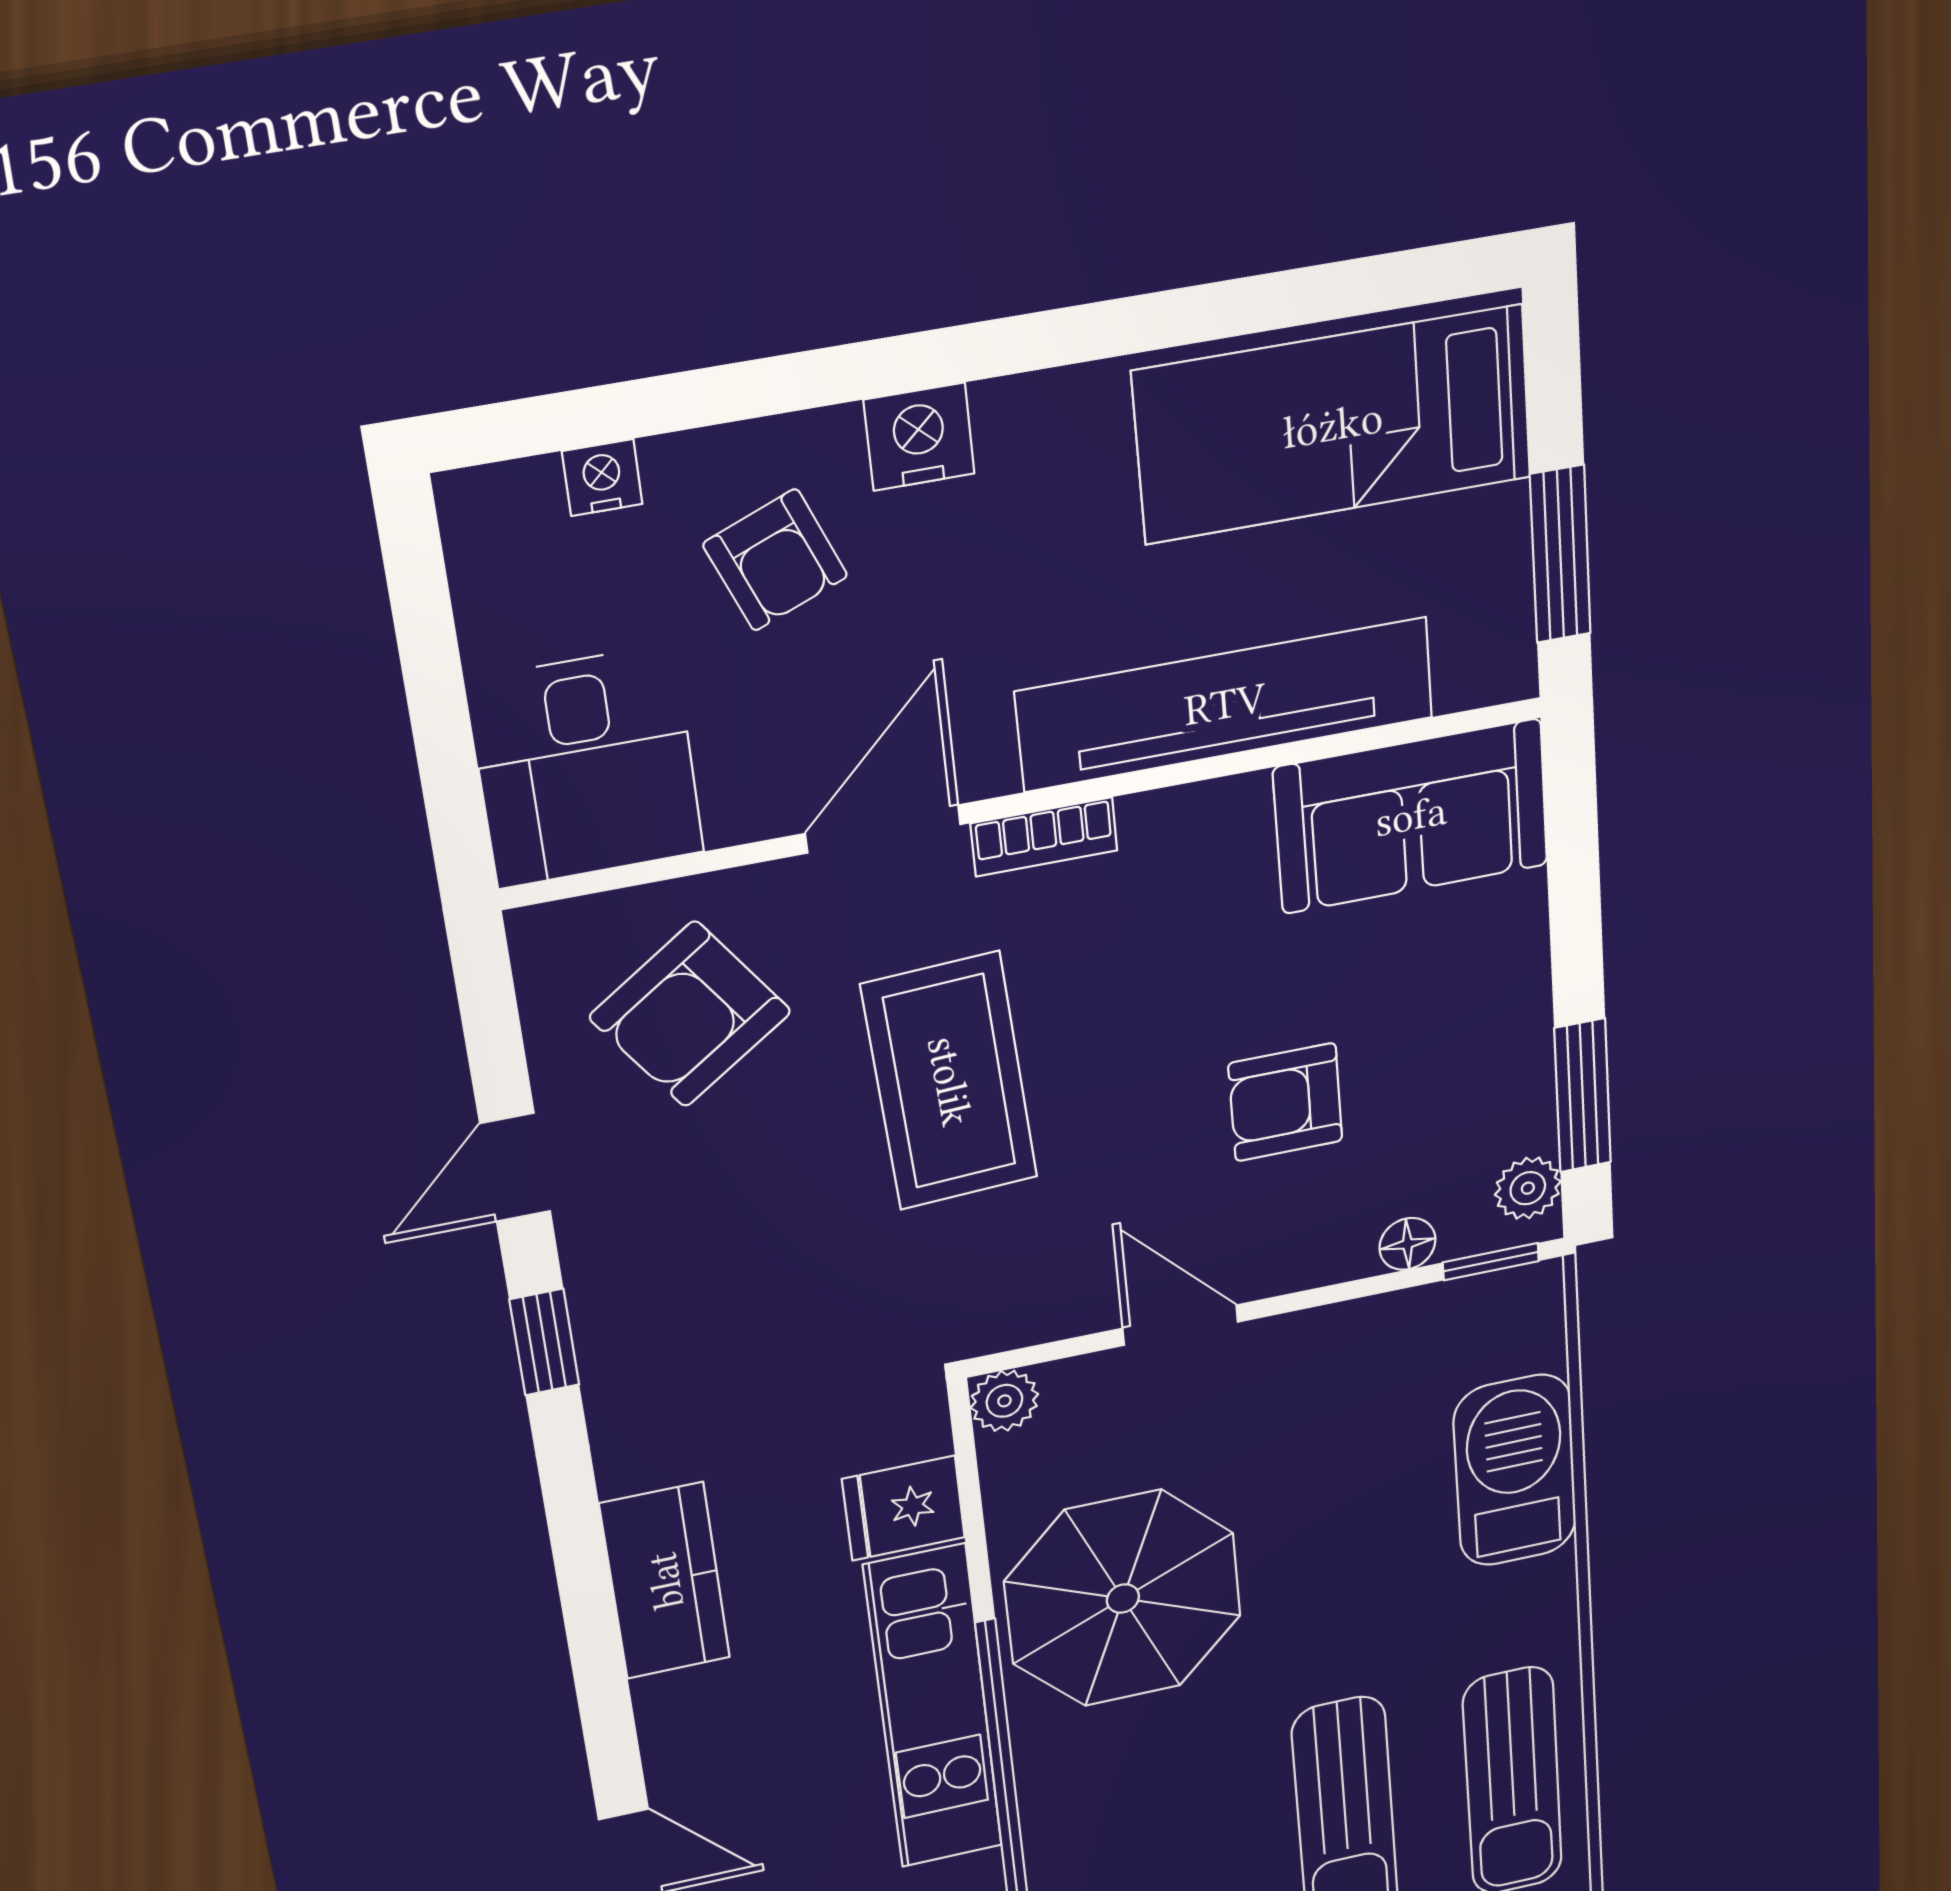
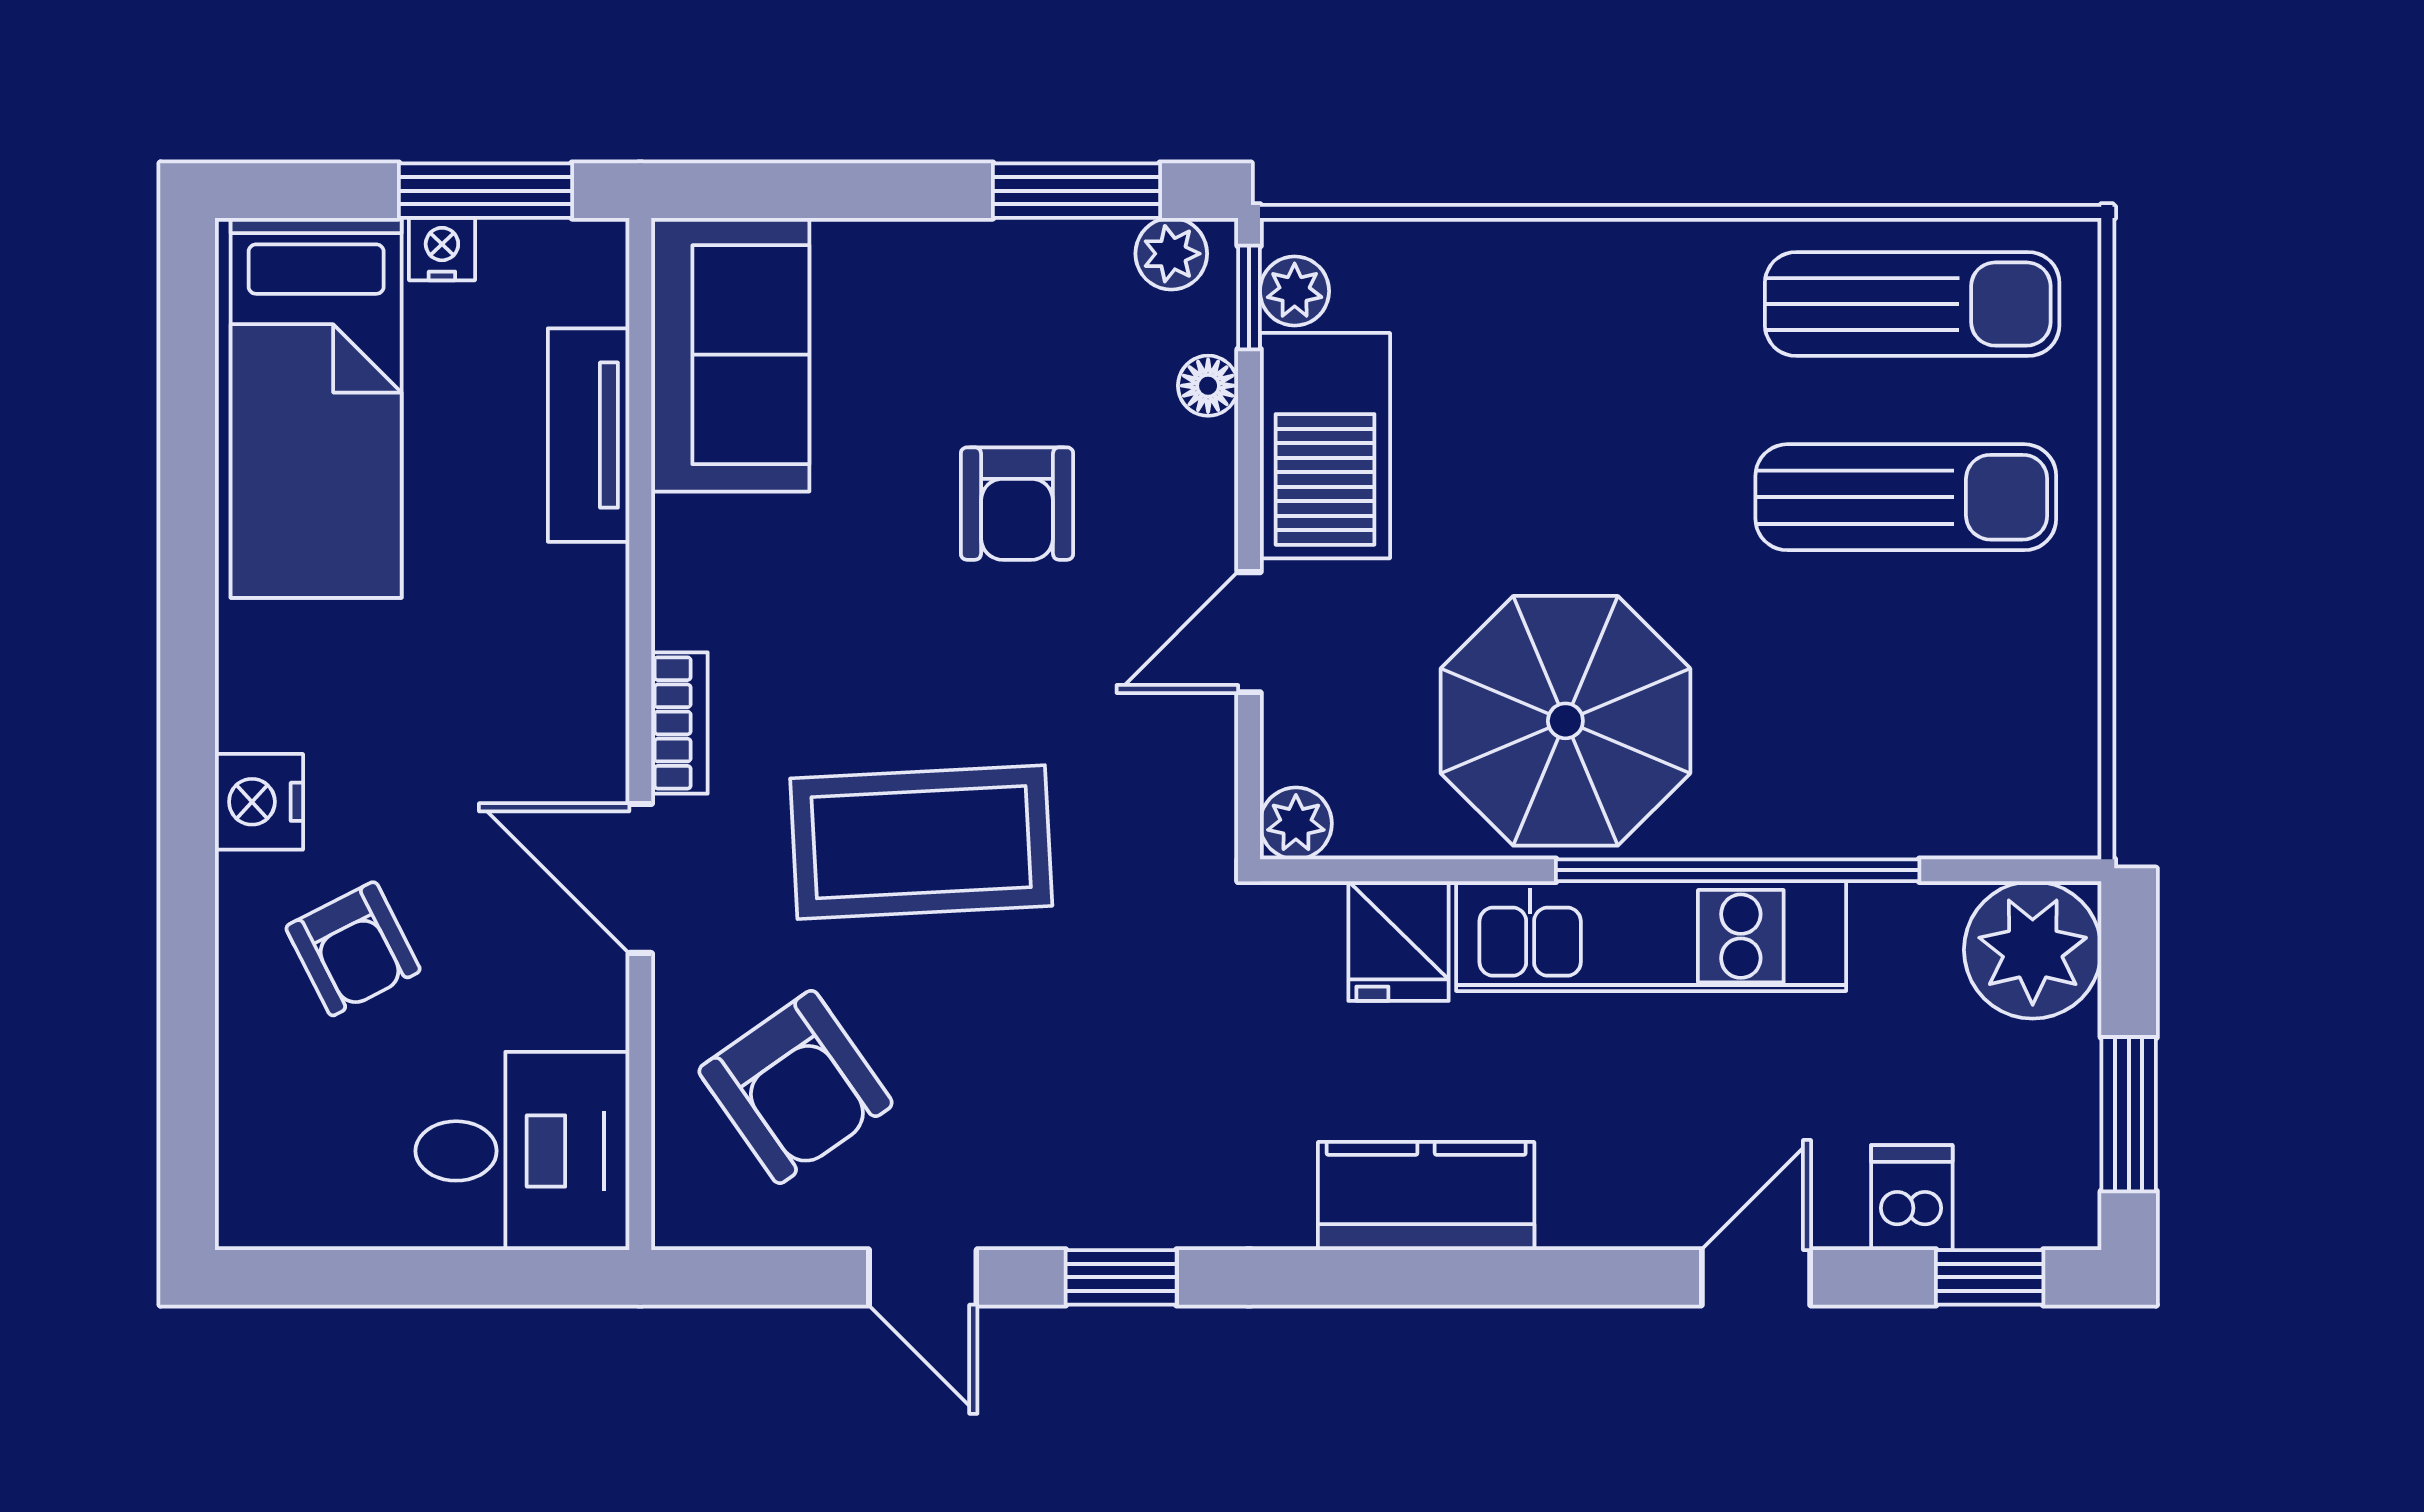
nightstand: (602, 478) -> (442, 249), moved, turned 90
armchair: (775, 560) -> (353, 949), turned 85
tv unit: (1225, 704) -> (589, 435), width x0.52, depth x0.78
plant: (1499, 1298) -> (1295, 291), added
barbecue: (1515, 1471) -> (1325, 446), moved, turned -90

